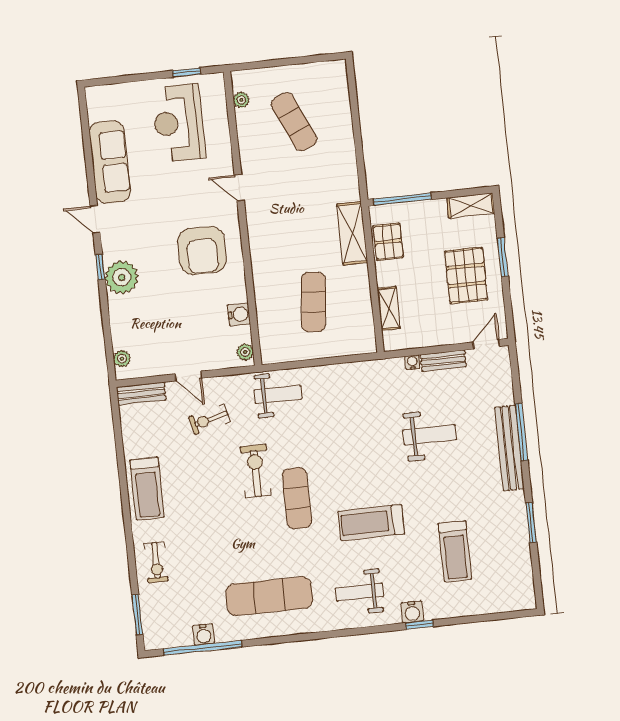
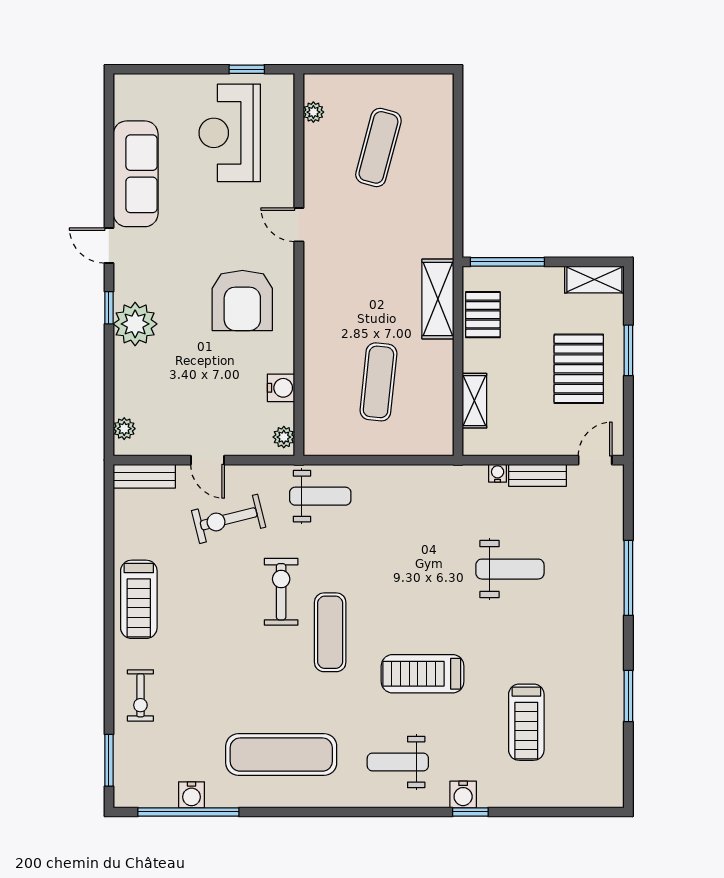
exercise mat: (294, 122) -> (378, 147), turned 39
exercise bike: (209, 419) -> (229, 519), width x1.38, depth x1.39
bench: (509, 448) -> (611, 597), removed

